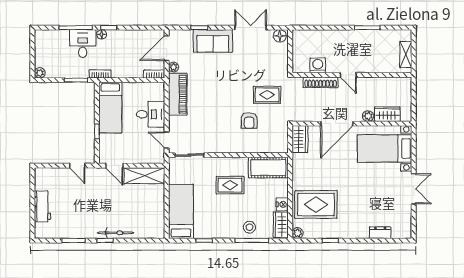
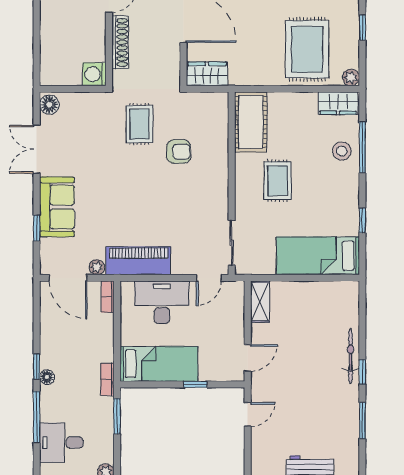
desk: (83, 44) -> (61, 443), moved
washing machine: (318, 65) -> (94, 74), moved
desk: (151, 114) -> (162, 302), width x1.37
shelving: (144, 176) -> (260, 302), width x0.67, depth x0.75
nightstand: (282, 204) -> (307, 101), removed

